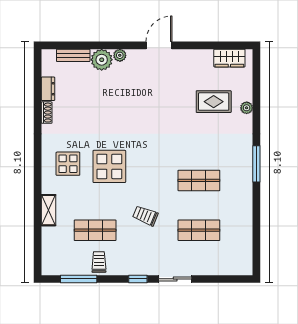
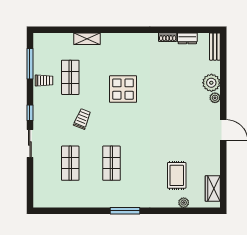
bench: (73, 55) -> (215, 47), moved
plant: (247, 108) -> (184, 203), moved
display table: (68, 164) -> (125, 55), removed

